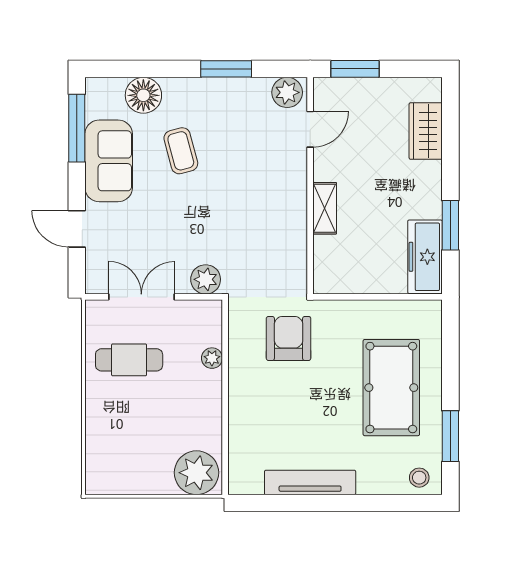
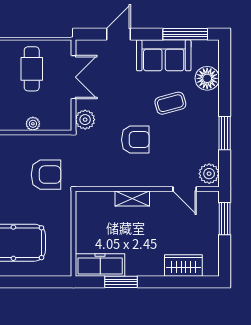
armchair: (236, 204) -> (135, 140), added

